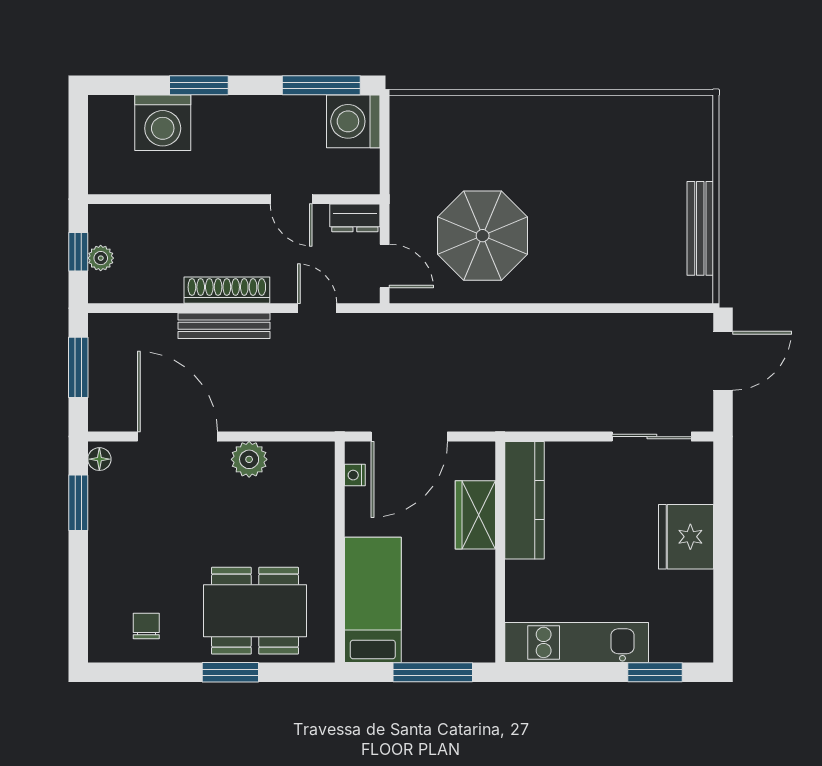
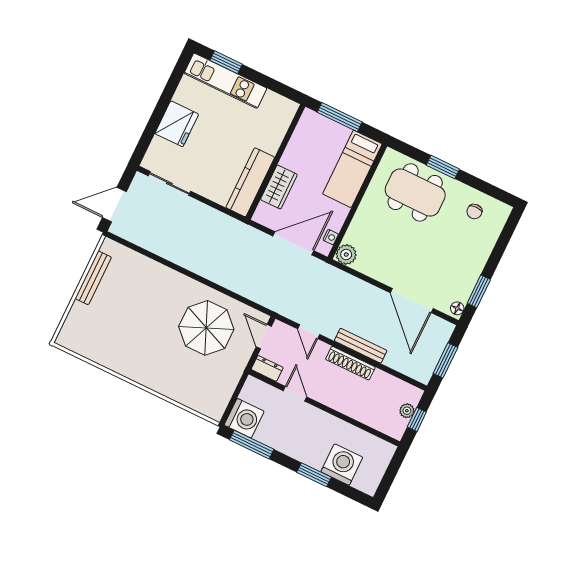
plant: (249, 459) -> (346, 255), moved
kitchen unit: (577, 642) -> (225, 81), moved

